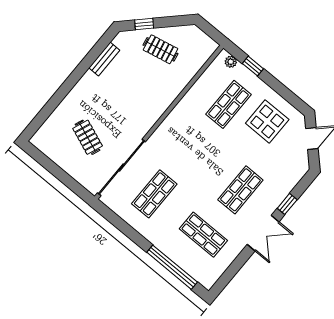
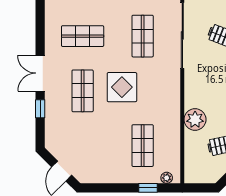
plant: (168, 90) -> (195, 120), added
display table: (267, 121) -> (122, 87), moved

